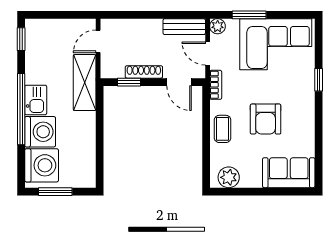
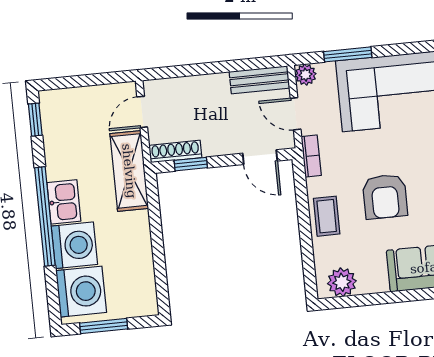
shoe rack: (144, 72) -> (175, 152), moved

